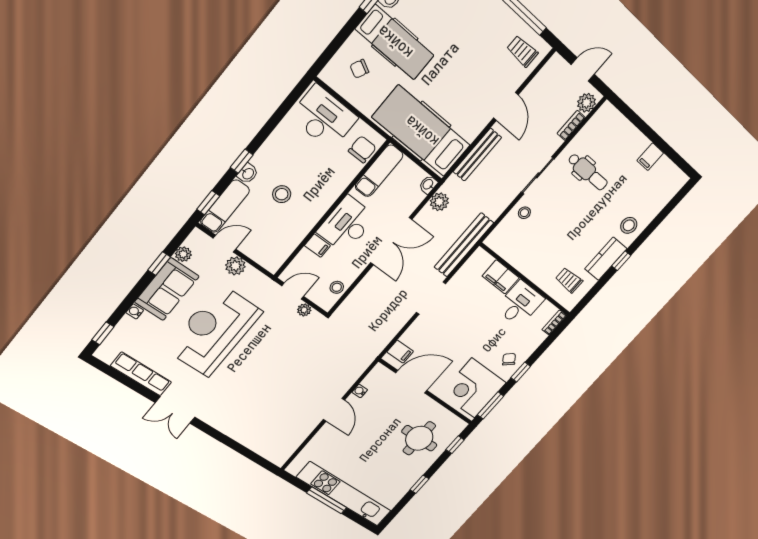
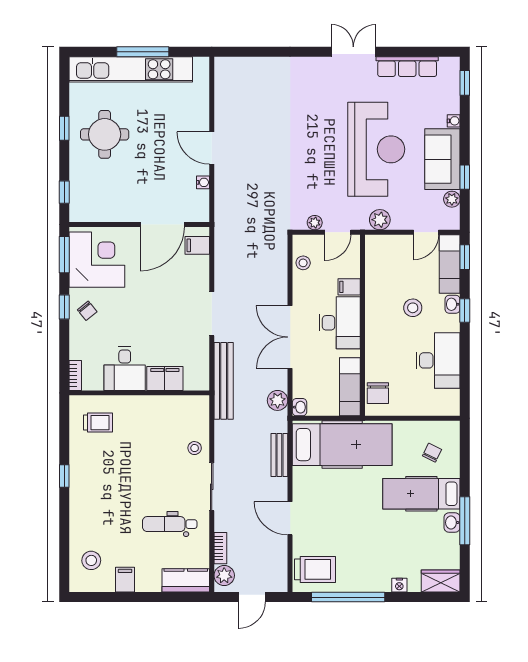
trolley: (522, 51) -> (315, 569), width x1.36, depth x1.39
desk: (324, 117) -> (438, 360), moved, turned -90
bench: (477, 155) -> (279, 455), width x0.73
stool: (629, 225) -> (91, 560), moved
kitchen counter: (606, 259) -> (186, 580), moved, turned -90
plant: (235, 266) -> (380, 220), moved
round table: (419, 438) -> (105, 134), moved

